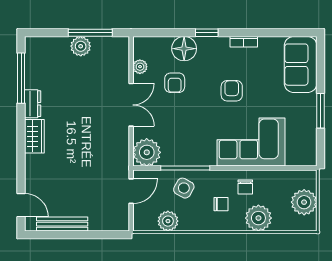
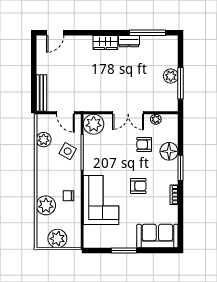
window: (207, 33) -> (181, 168), width x1.50
chair: (221, 204) -> (56, 178), removed
bench: (62, 224) -> (41, 93), moved

